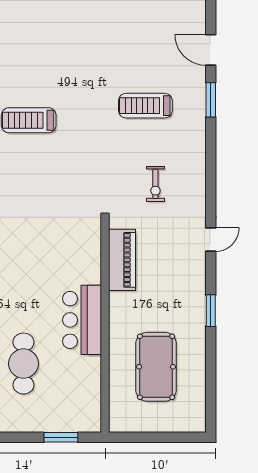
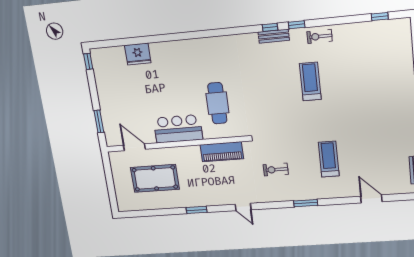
door: (211, 50) -> (371, 199), hinge flipped
window: (211, 100) -> (306, 203), moved
cafe table: (23, 364) -> (217, 103), moved, turned 90
door: (105, 390) -> (134, 147), added

